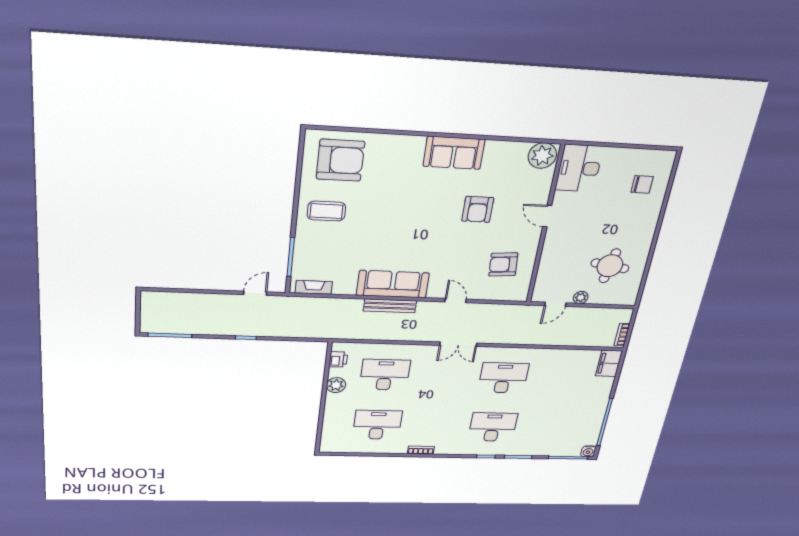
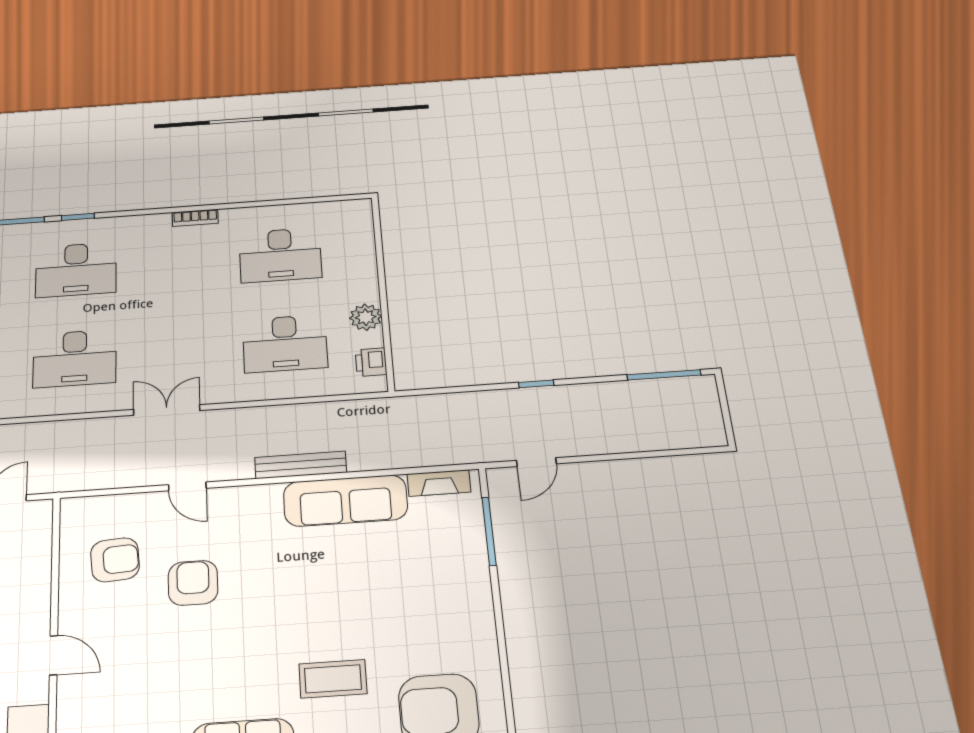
armchair: (478, 209) -> (193, 583), moved
coffee table: (326, 211) -> (333, 679), moved
sofa: (393, 284) -> (345, 501), moved

